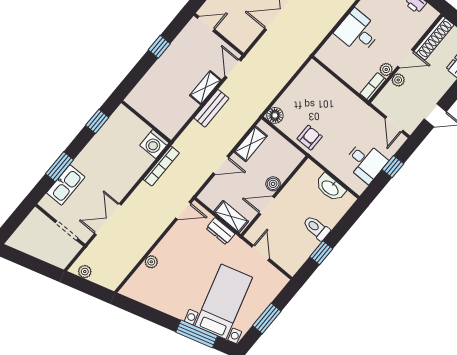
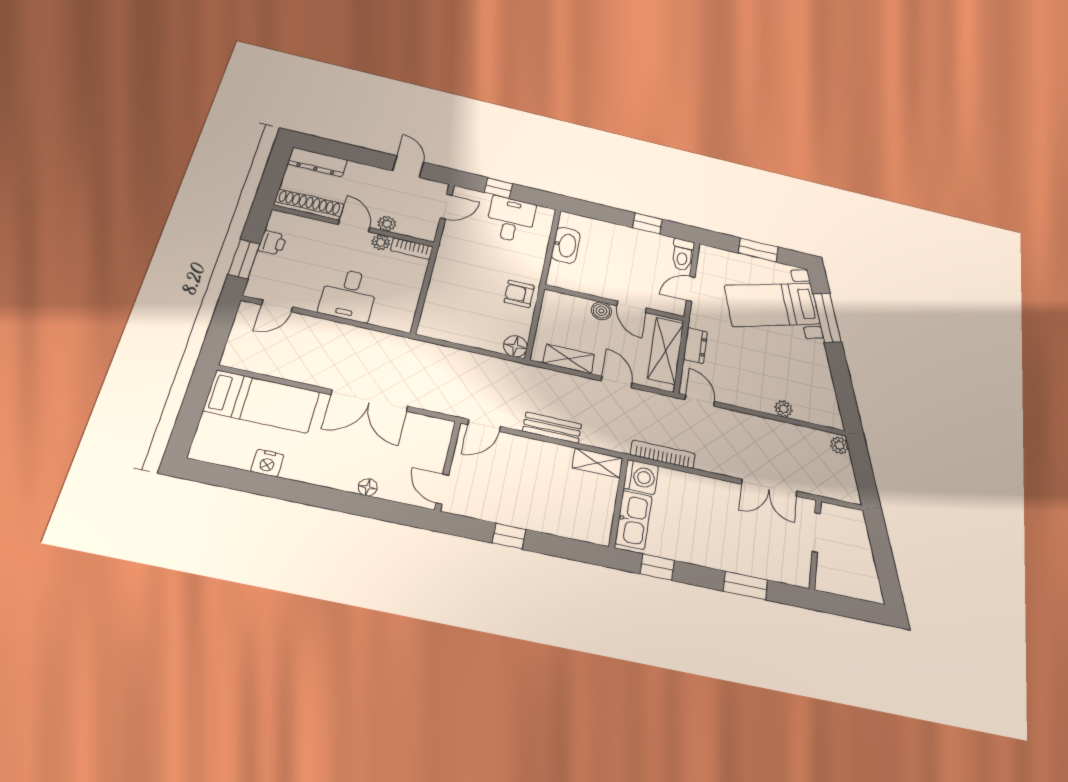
shelving: (205, 88) -> (598, 463), moved
kitchen sink: (66, 185) -> (633, 520), moved, turned 90
shelving: (231, 217) -> (666, 351), width x1.50, depth x1.33
toilet: (316, 228) -> (682, 255), moved
plant: (85, 272) -> (839, 445), moved

